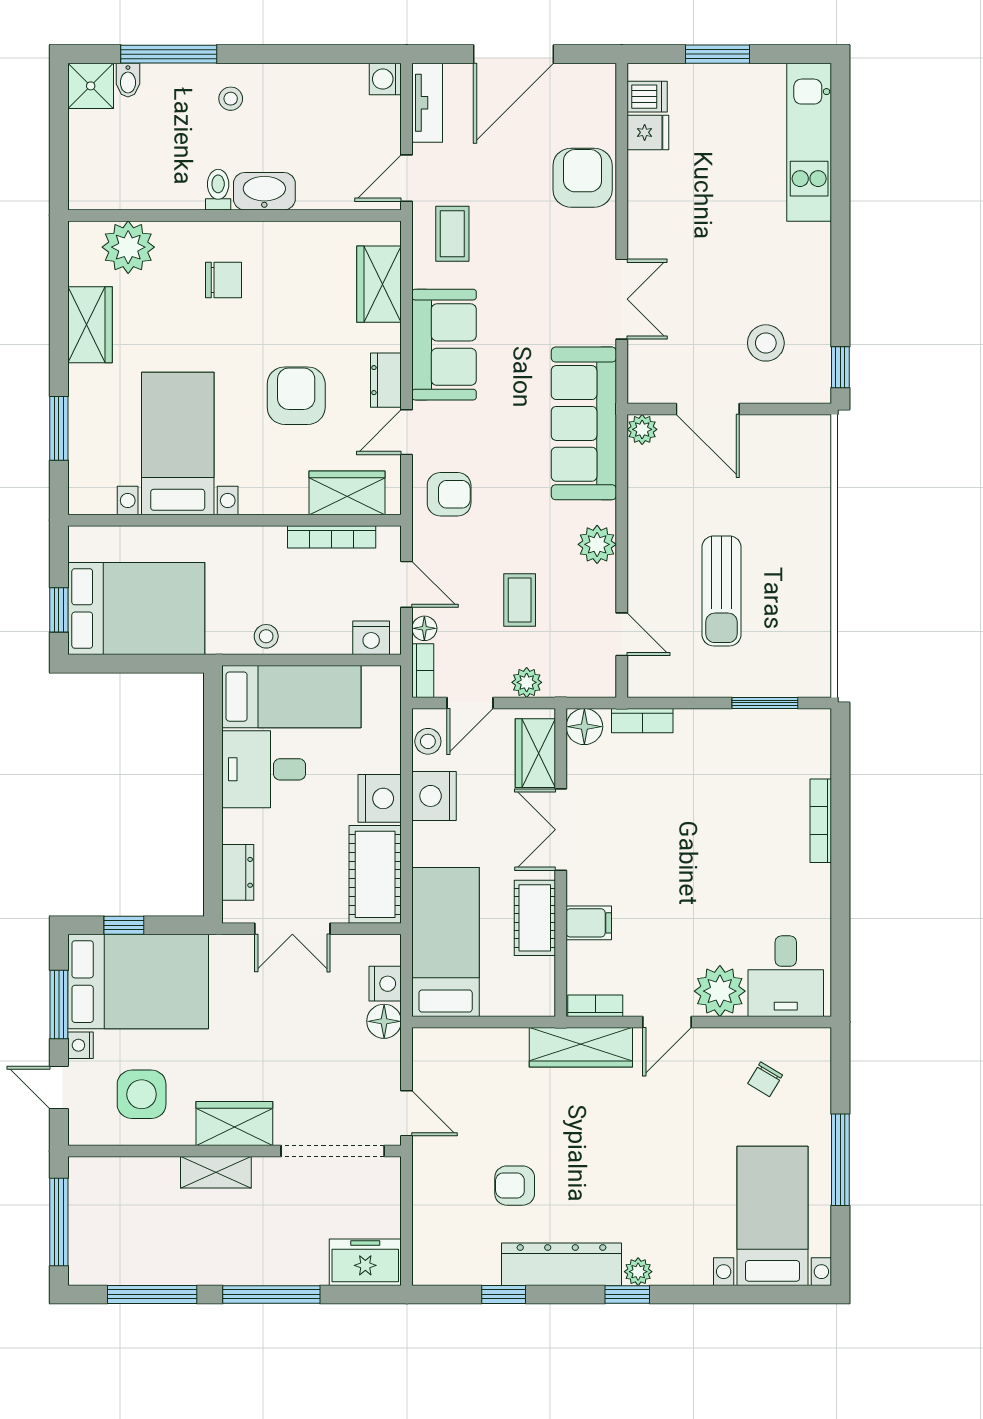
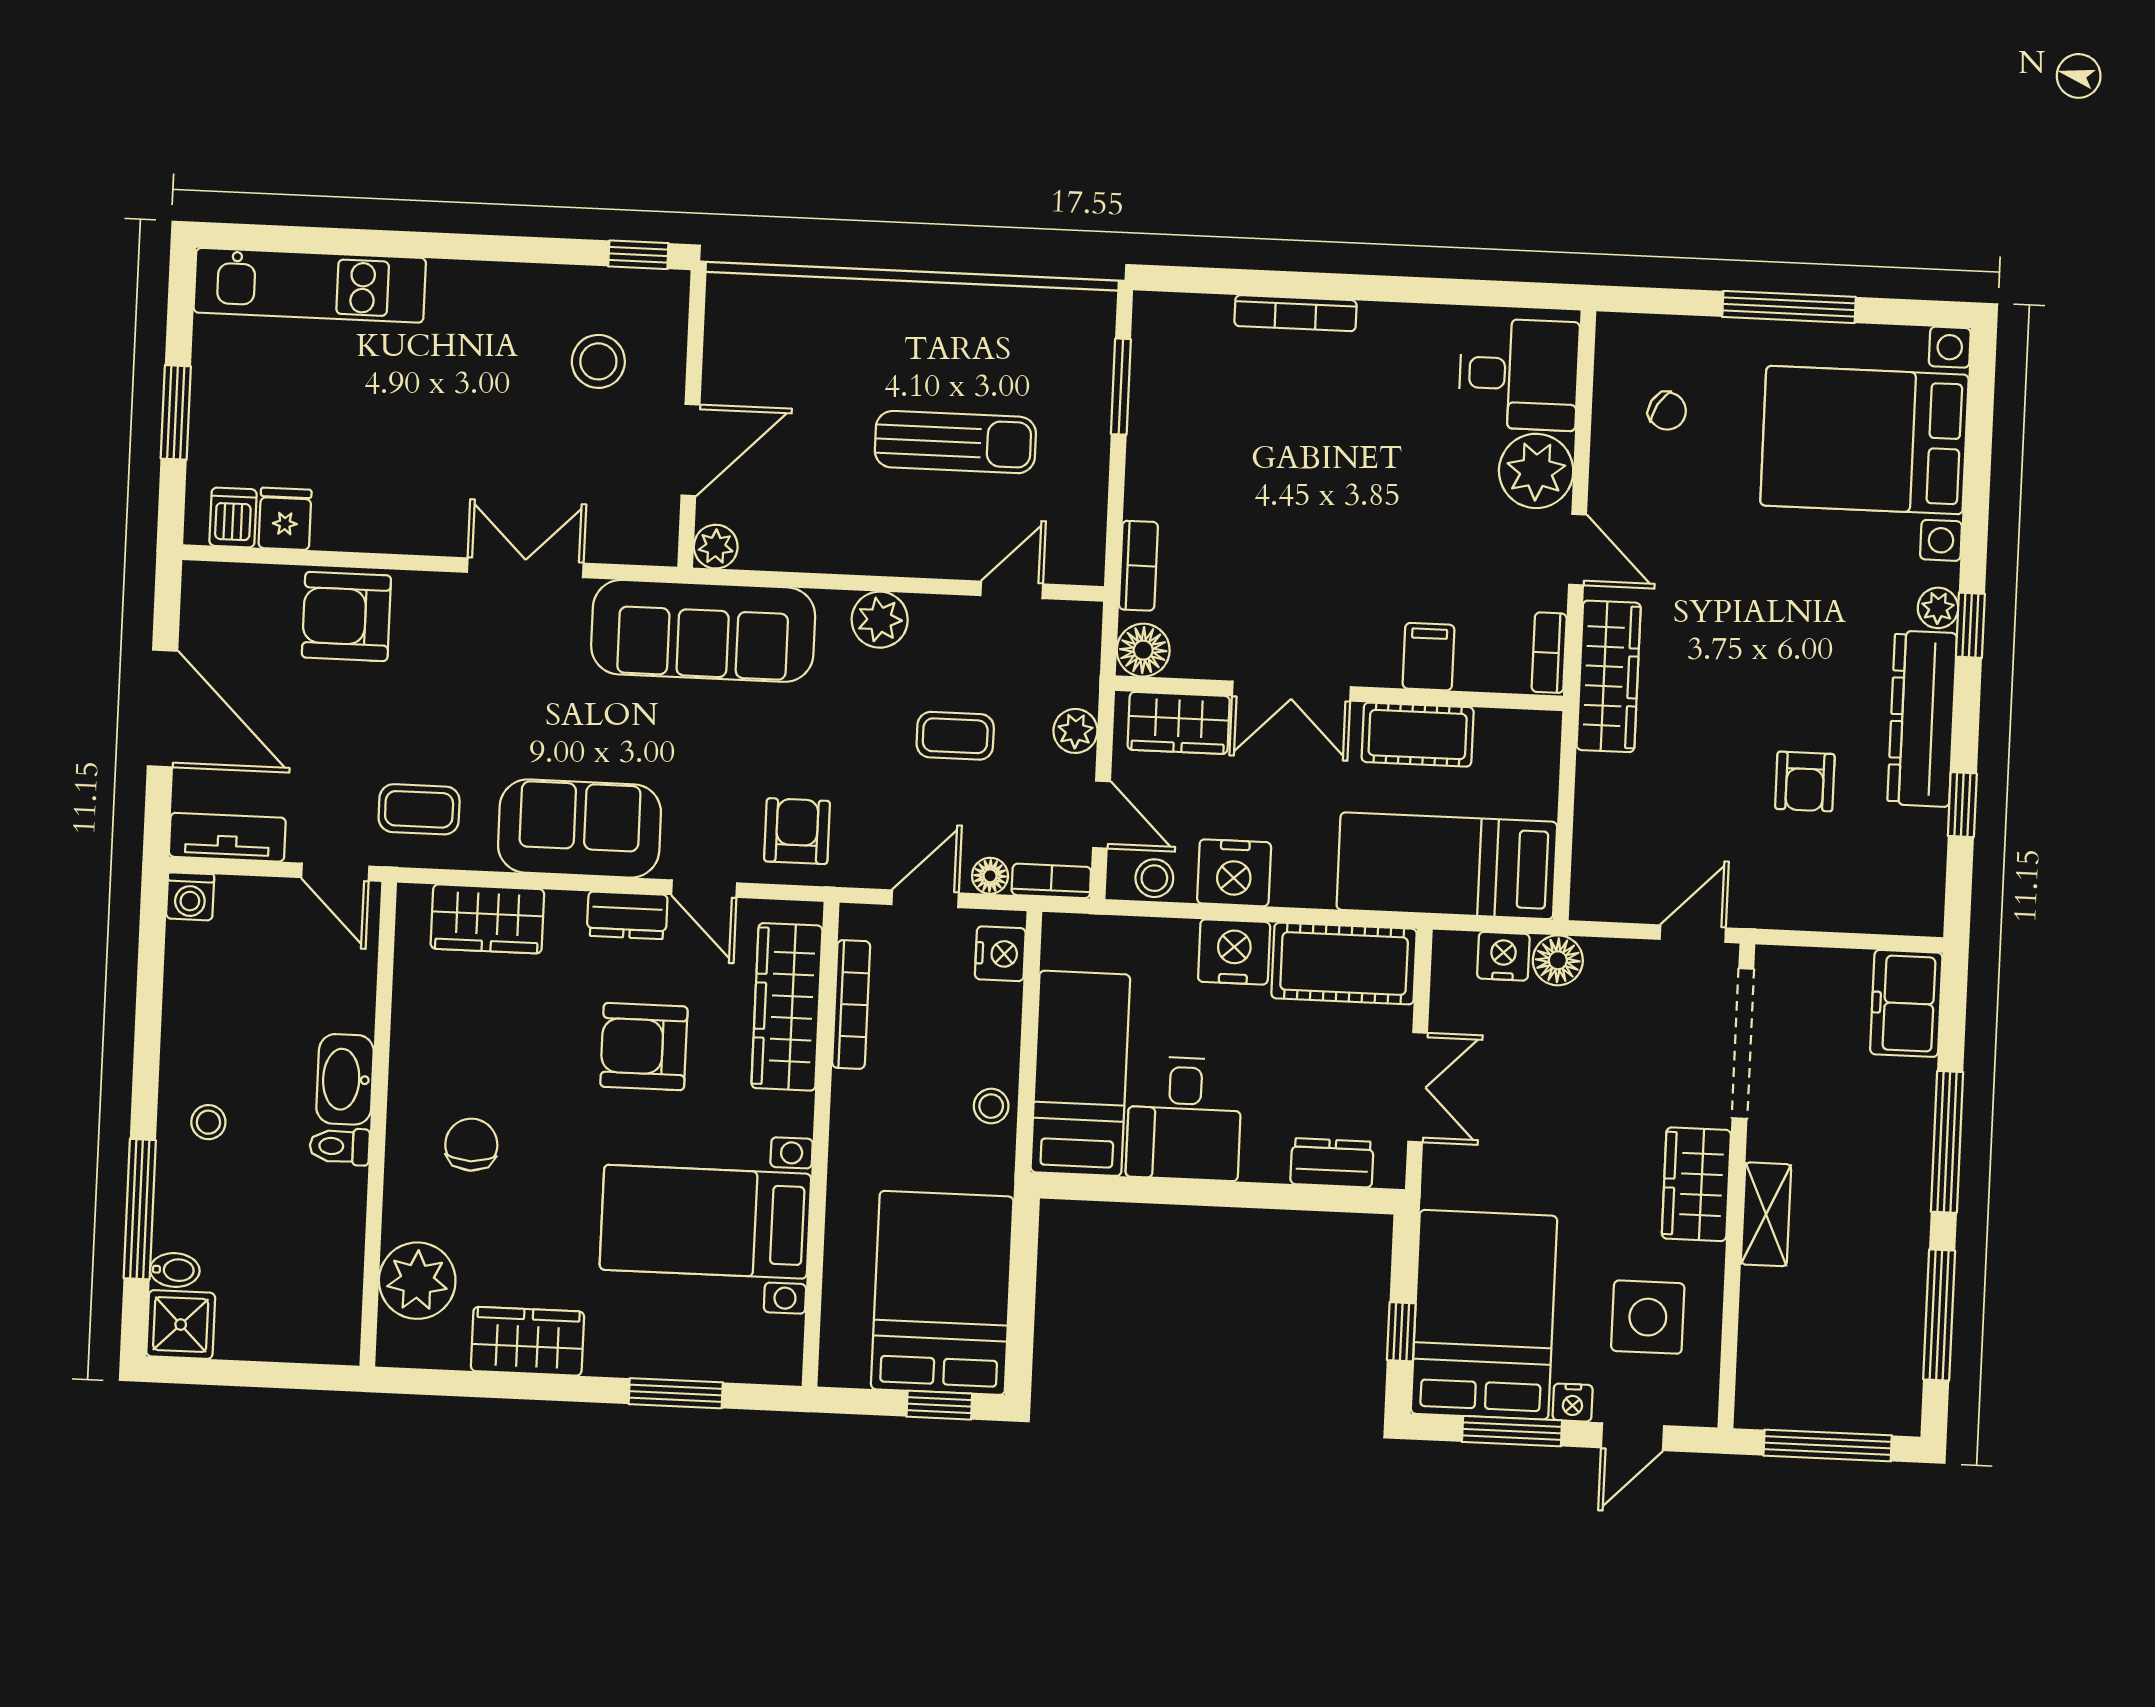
wardrobe: (347, 493) -> (787, 1007), width x1.50
bed with nightstands: (773, 1216) -> (1864, 440), width x1.36

